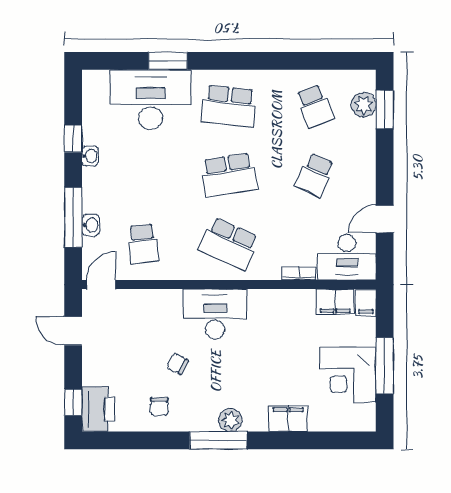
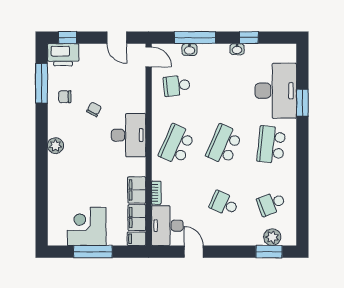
school desk: (229, 175) -> (224, 145), turned 33
door: (73, 331) -> (117, 38), swing flipped
filing cabinet: (288, 419) -> (137, 190), moved, turned 180
window: (218, 440) -> (42, 83), moved

